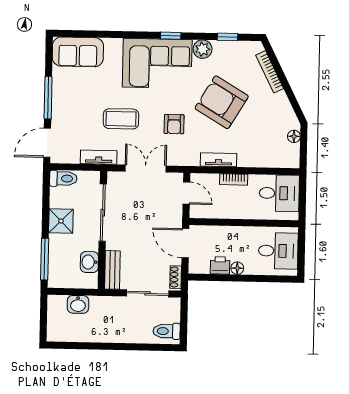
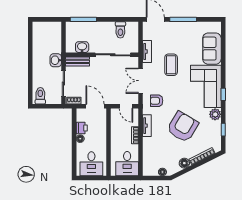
sofa: (78, 52) -> (212, 49), moved
floor lamp: (280, 101) -> (184, 163), added
armchair: (174, 124) -> (157, 101), moved
double door: (146, 169) -> (141, 81), swing flipped
toilet: (63, 178) -> (120, 30), moved
door: (186, 193) -> (126, 106), hinge flipped
shower: (61, 221) -> (107, 29), removed
door: (185, 243) -> (95, 106), hinge flipped
washbasin: (78, 304) -> (56, 60), moved

